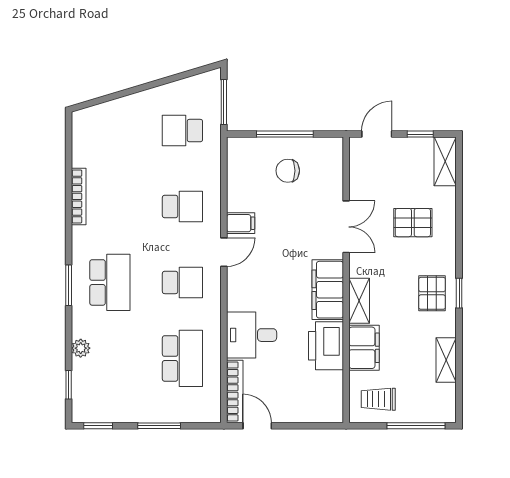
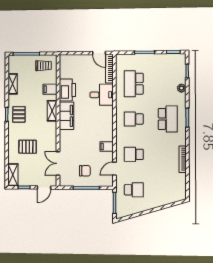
double door: (346, 227) -> (58, 163), moved
door: (224, 252) -> (114, 169), moved
school desk: (110, 282) -> (168, 119), turned 180
filing cabinet: (364, 348) -> (50, 89), width x0.50

